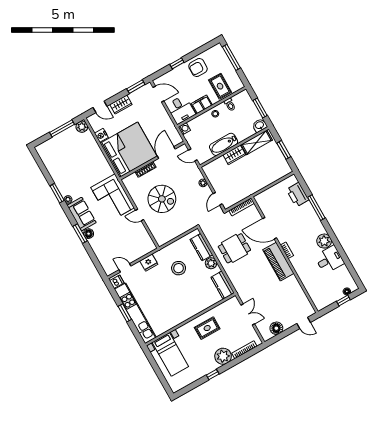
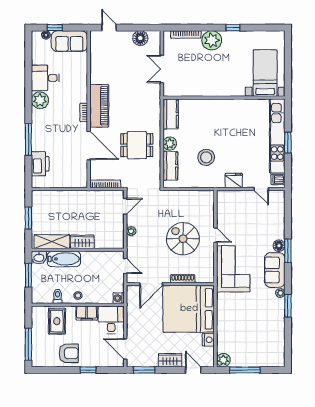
bathtub: (224, 144) -> (64, 259), moved
sofa: (327, 297) -> (69, 41), added
rug: (207, 328) -> (212, 79), removed

